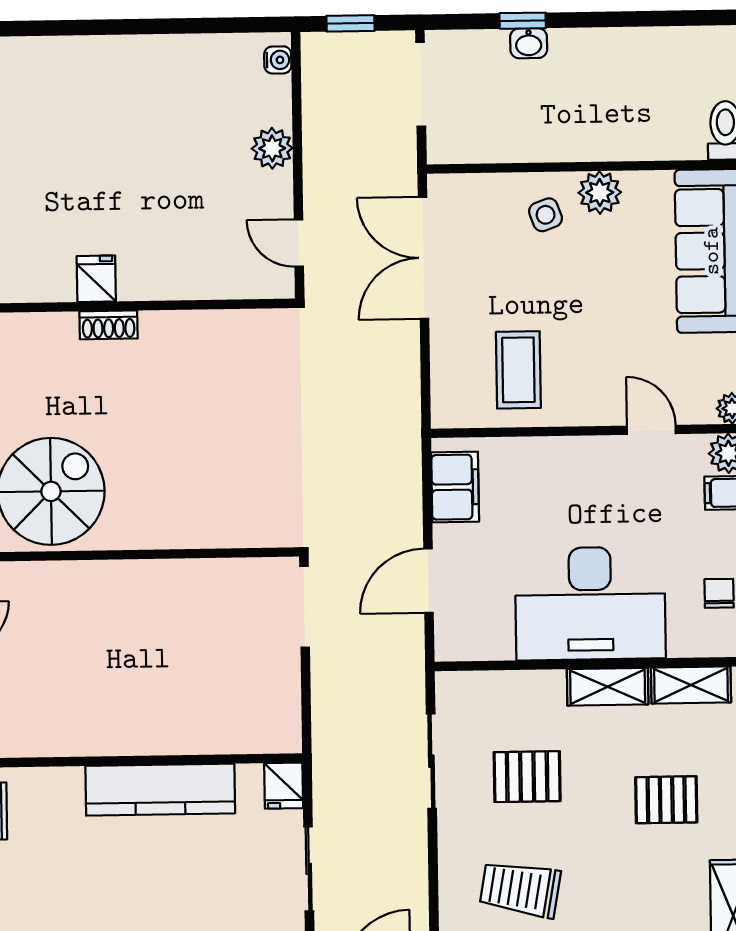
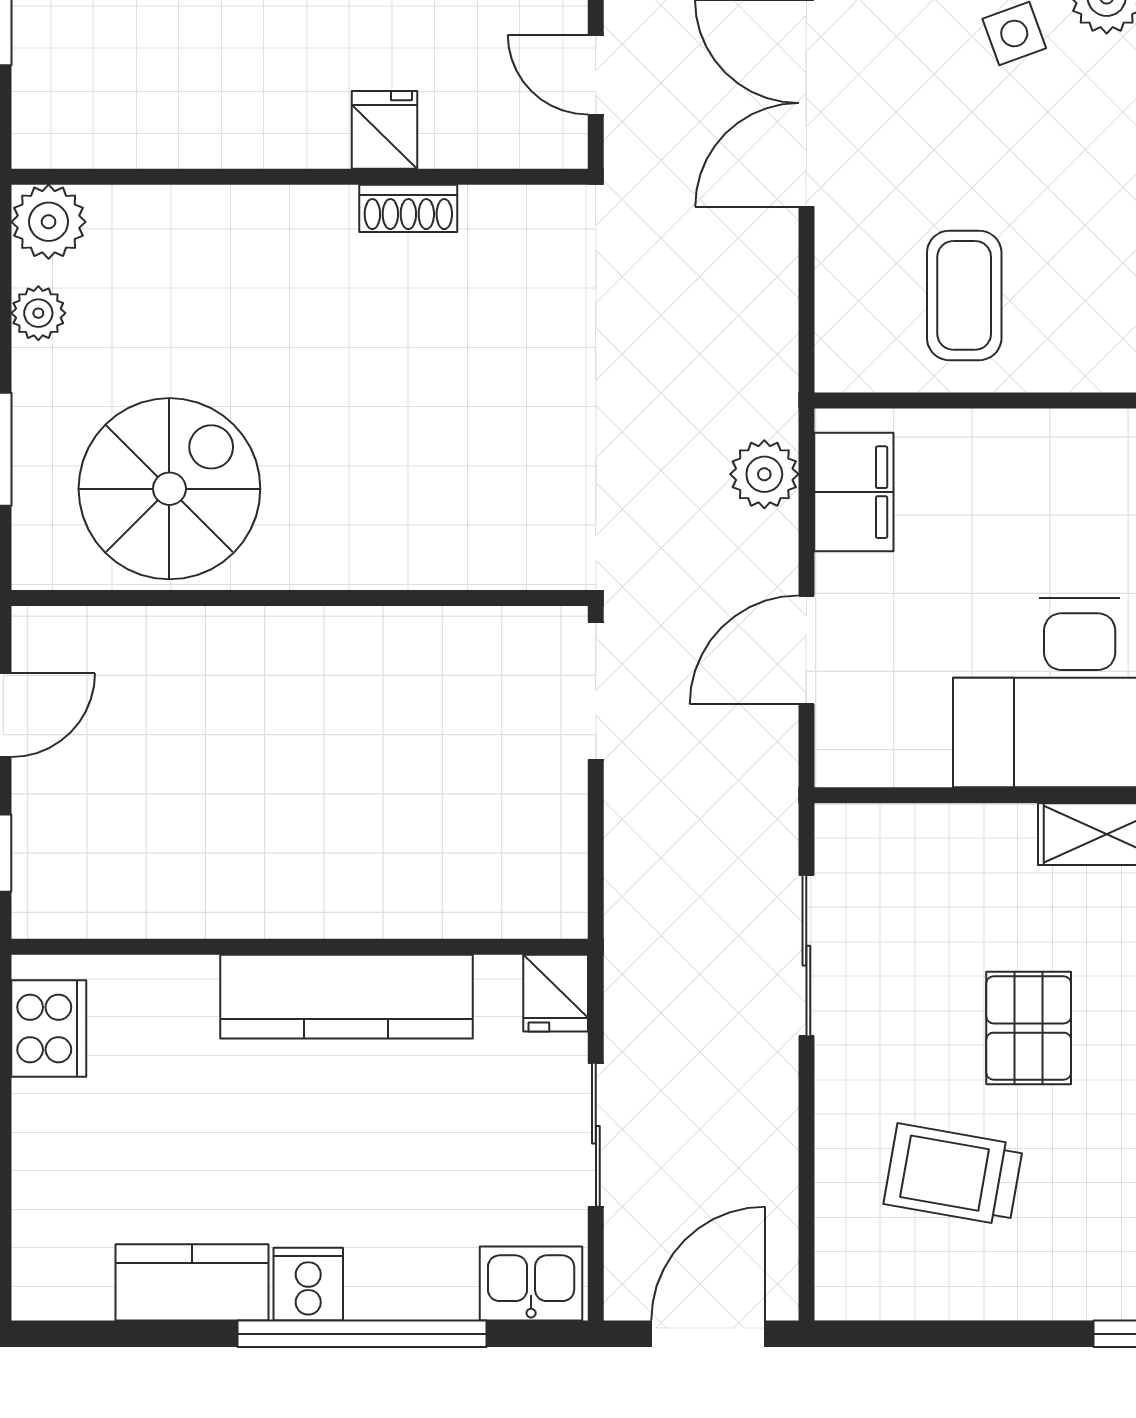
fridge: (96, 279) -> (385, 130), moved
shoe rack: (109, 325) -> (408, 208), moved
plant: (402, 477) -> (764, 474), added
pallet: (527, 777) -> (1029, 1028), moved, turned 90

